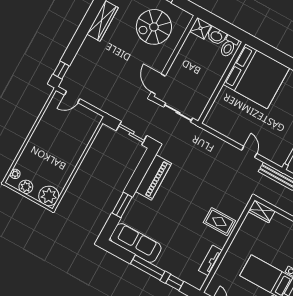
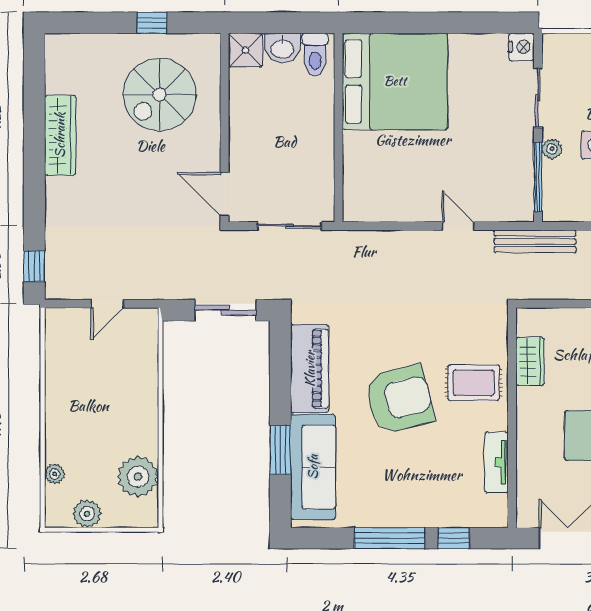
door: (72, 97) -> (107, 304), moved
plant: (15, 174) -> (55, 474), moved
plant: (49, 196) -> (138, 477), moved
armchair: (184, 211) -> (399, 399), added
wardrobe: (262, 211) -> (530, 361), moved, turned -90
sofa: (136, 243) -> (313, 467), moved, turned 90

